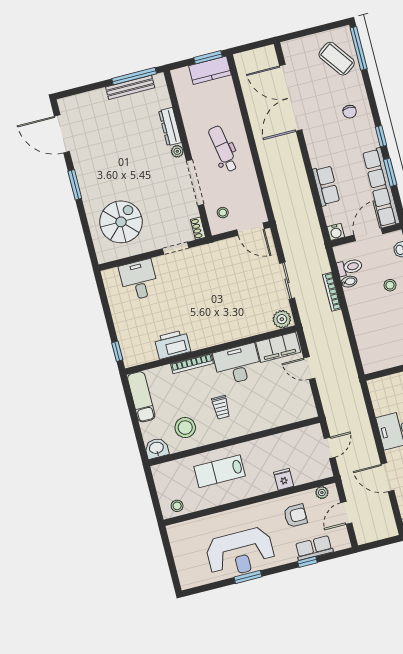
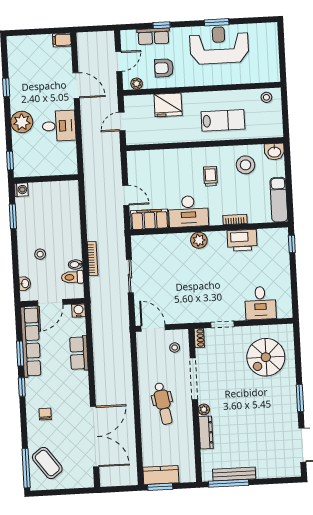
plant: (282, 319) -> (199, 240), moved
bookcase: (192, 364) -> (235, 220), width x0.64
fridge: (284, 479) -> (168, 105), width x1.88, depth x1.34

